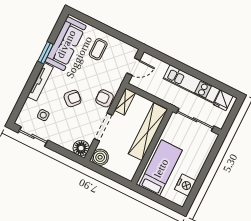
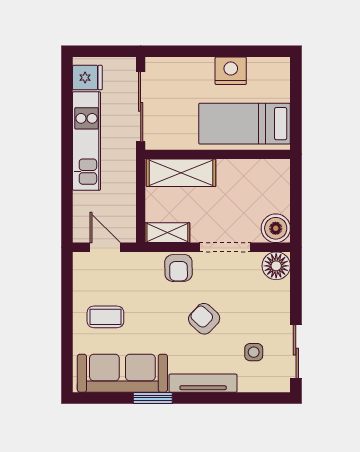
shelving: (148, 132) -> (181, 173), width x0.68
nightstand: (185, 185) -> (231, 71), moved

